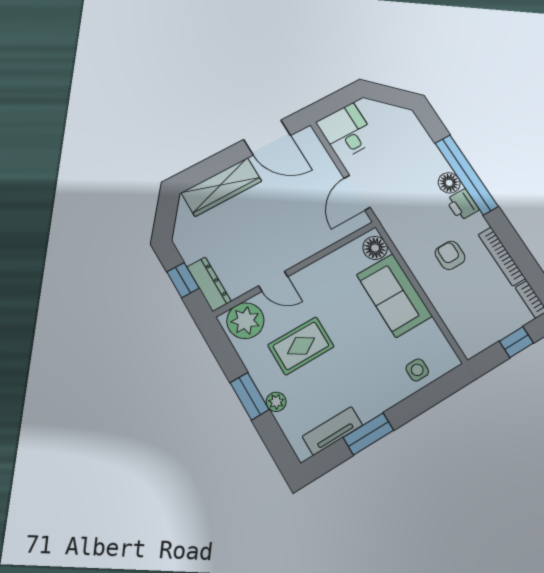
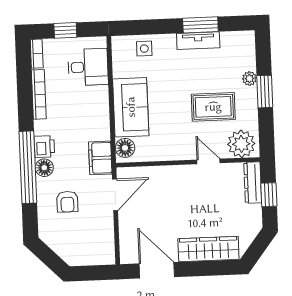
desk: (347, 131) -> (88, 67), moved, turned -90
filing cabinet: (396, 223) -> (100, 158), added
armchair: (450, 255) -> (67, 202), moved
tv unit: (333, 431) -> (198, 41), moved

